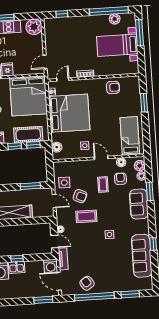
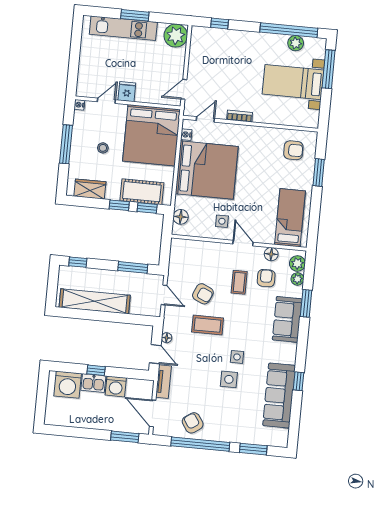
armchair: (113, 87) -> (293, 150), moved
side table: (64, 183) -> (229, 379), moved
washing machine: (51, 266) -> (116, 386), moved

